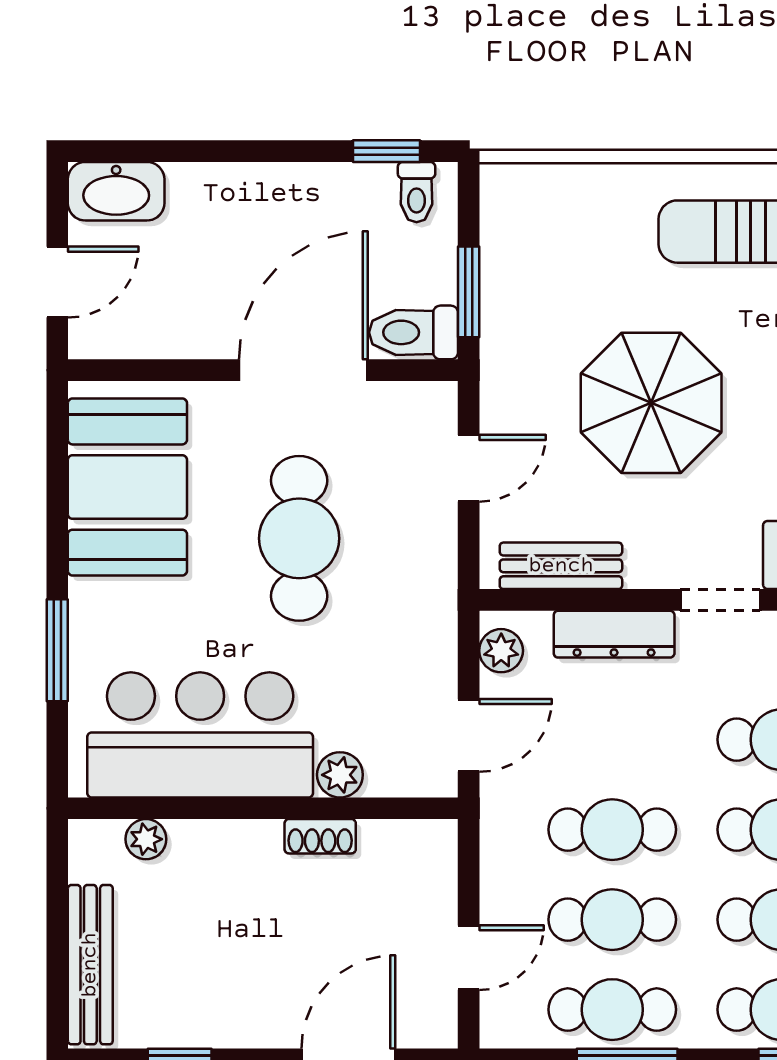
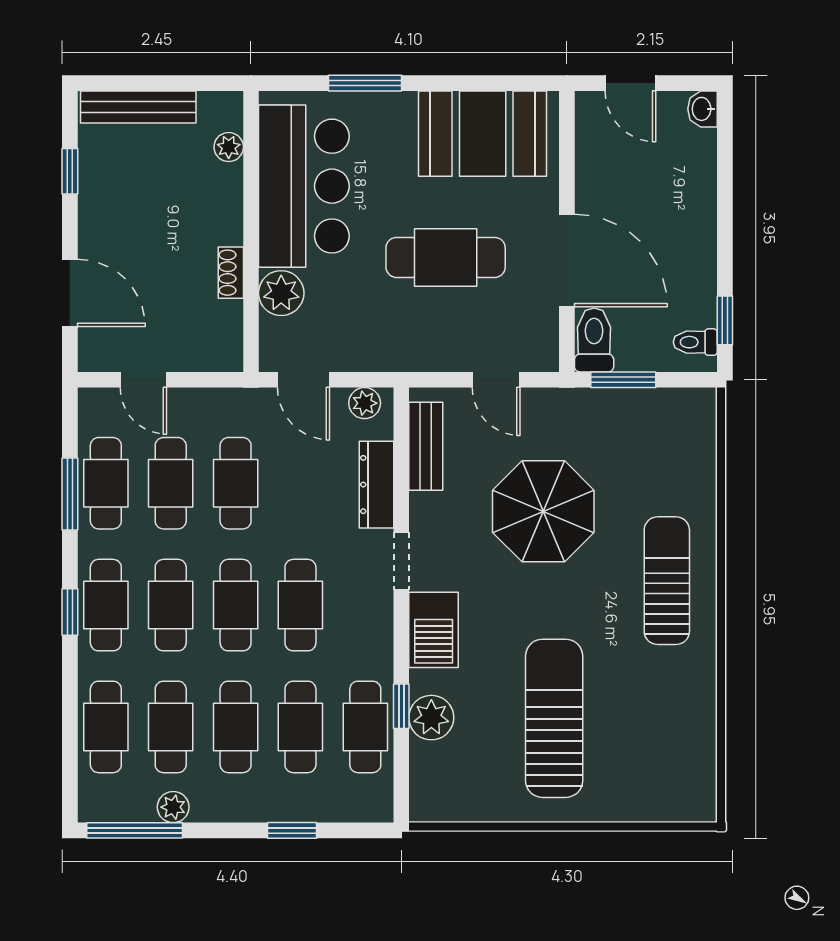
washbasin: (116, 191) -> (702, 109), width x0.52, depth x0.69
plant: (340, 775) -> (281, 293), width x1.38, depth x1.38

